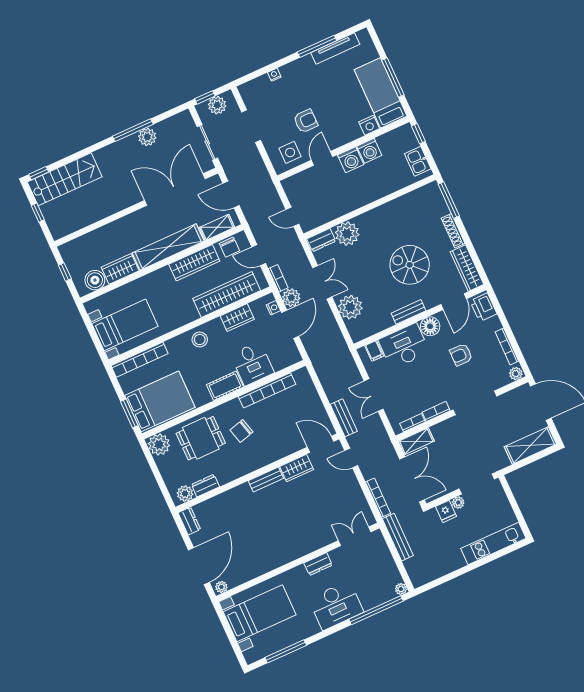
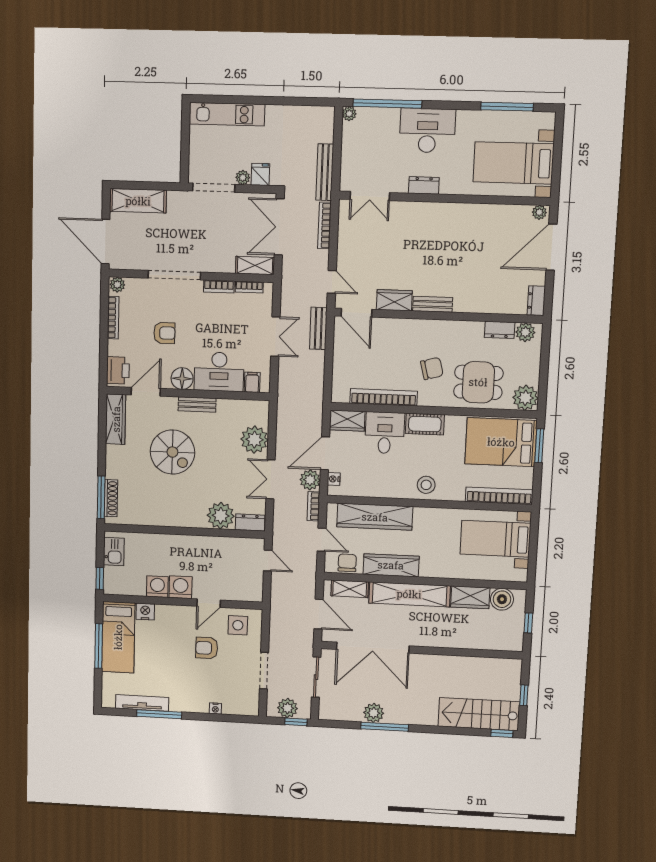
shoe rack: (453, 231) -> (111, 498), moved
wardrobe: (237, 318) -> (347, 421), moved, turned 180

